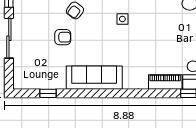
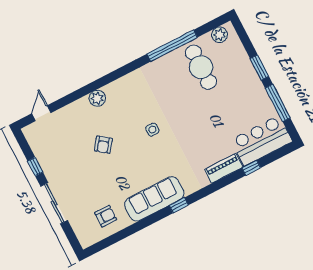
armchair: (63, 37) -> (106, 216), moved
window: (48, 93) -> (179, 205), moved

